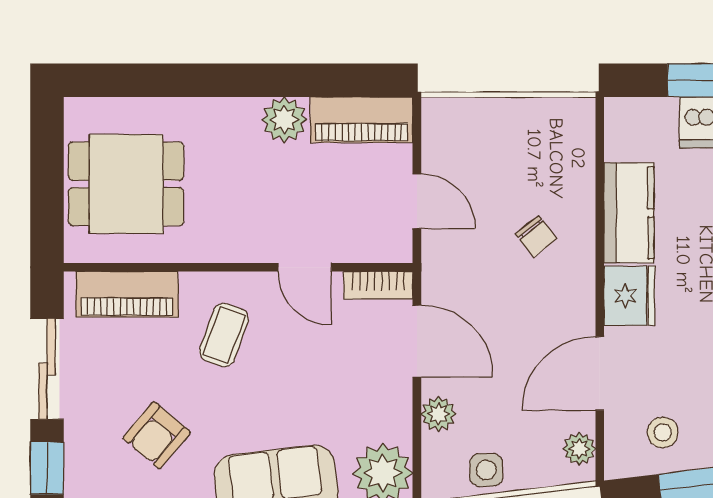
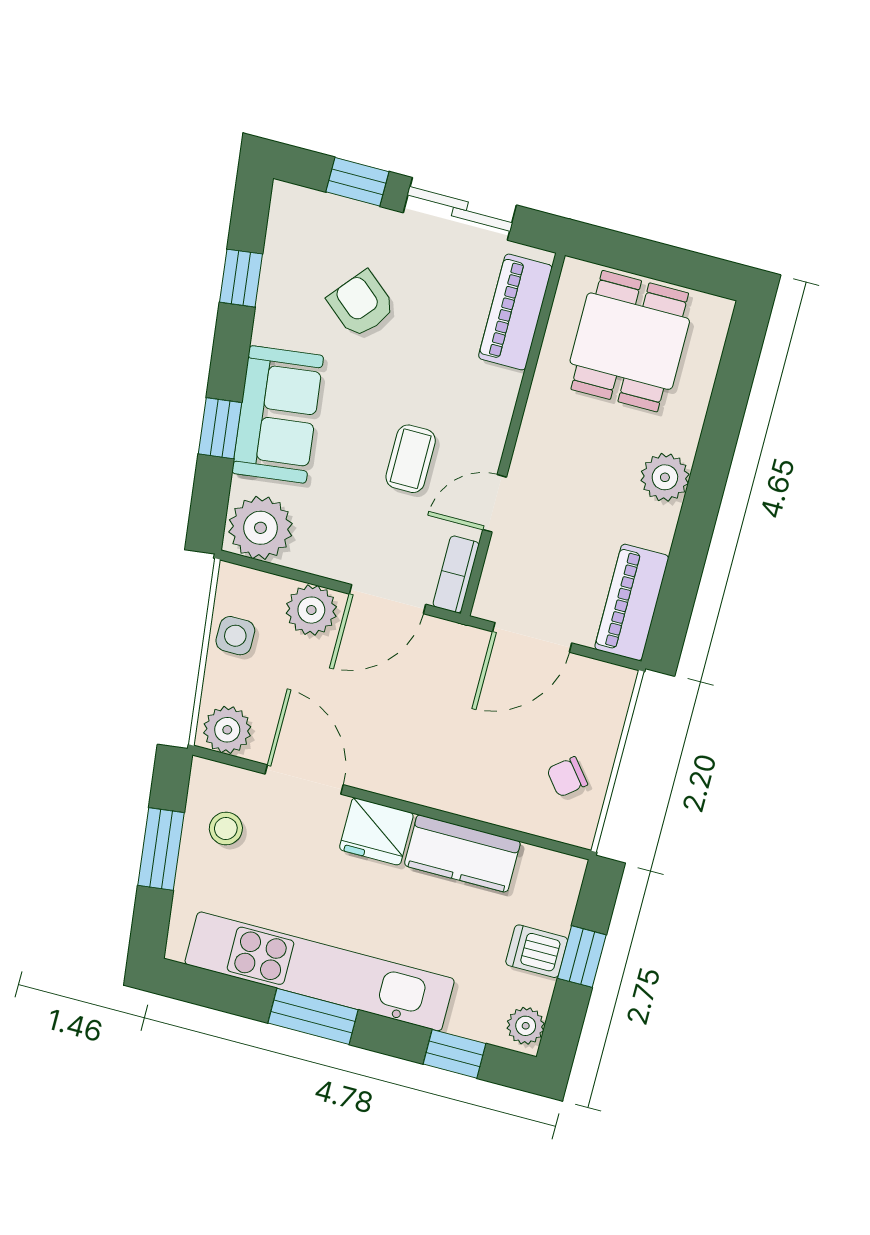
plant: (284, 120) -> (665, 477), moved
door: (417, 201) -> (532, 637), width x1.38
chair: (536, 236) -> (567, 777), moved
coffee table: (224, 335) -> (411, 459), moved, turned 70
plant: (438, 414) -> (311, 610), width x1.38, depth x1.38
plant: (579, 449) -> (227, 730), width x1.38, depth x1.38

